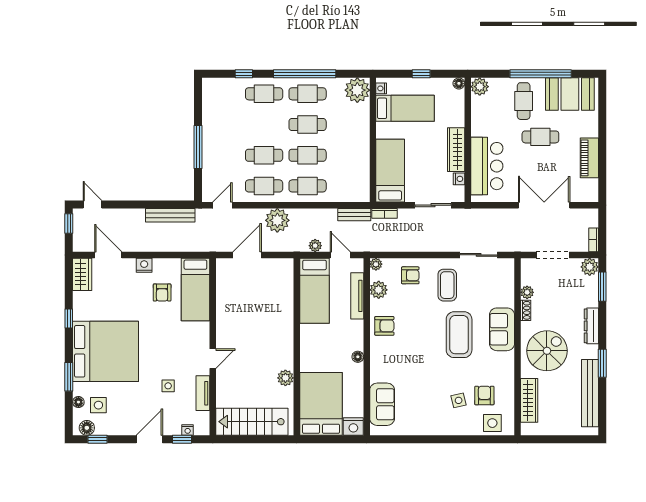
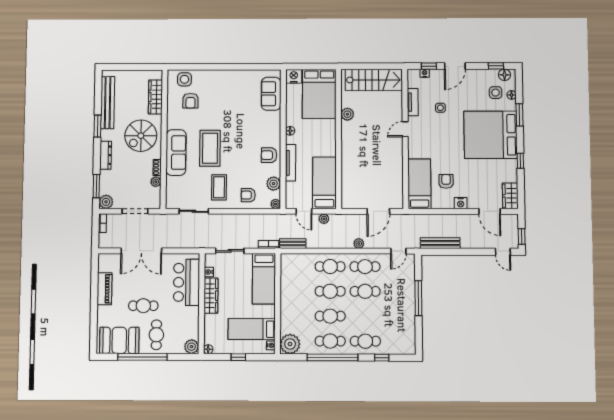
plant: (277, 220) -> (359, 243), width x0.53, depth x0.53
tv unit: (357, 296) -> (290, 163), moved
sofa: (502, 329) -> (176, 153), width x1.36
side table: (459, 400) -> (211, 97), removed

